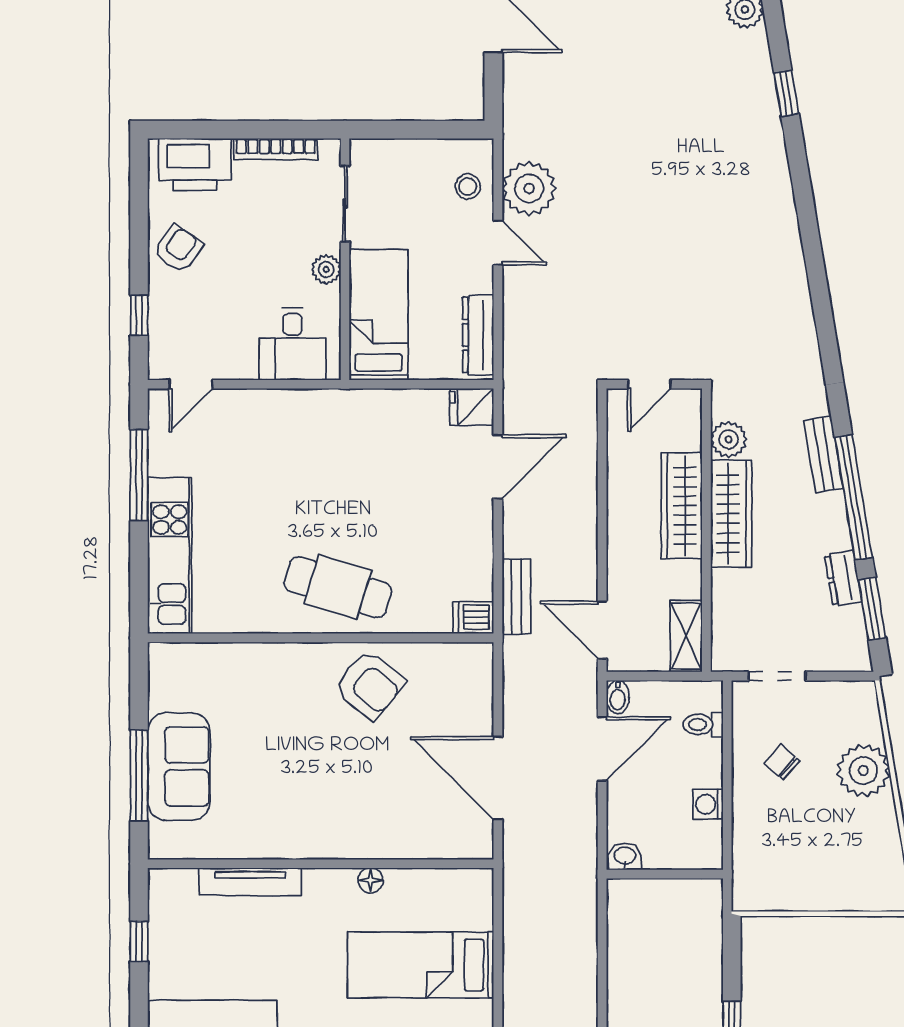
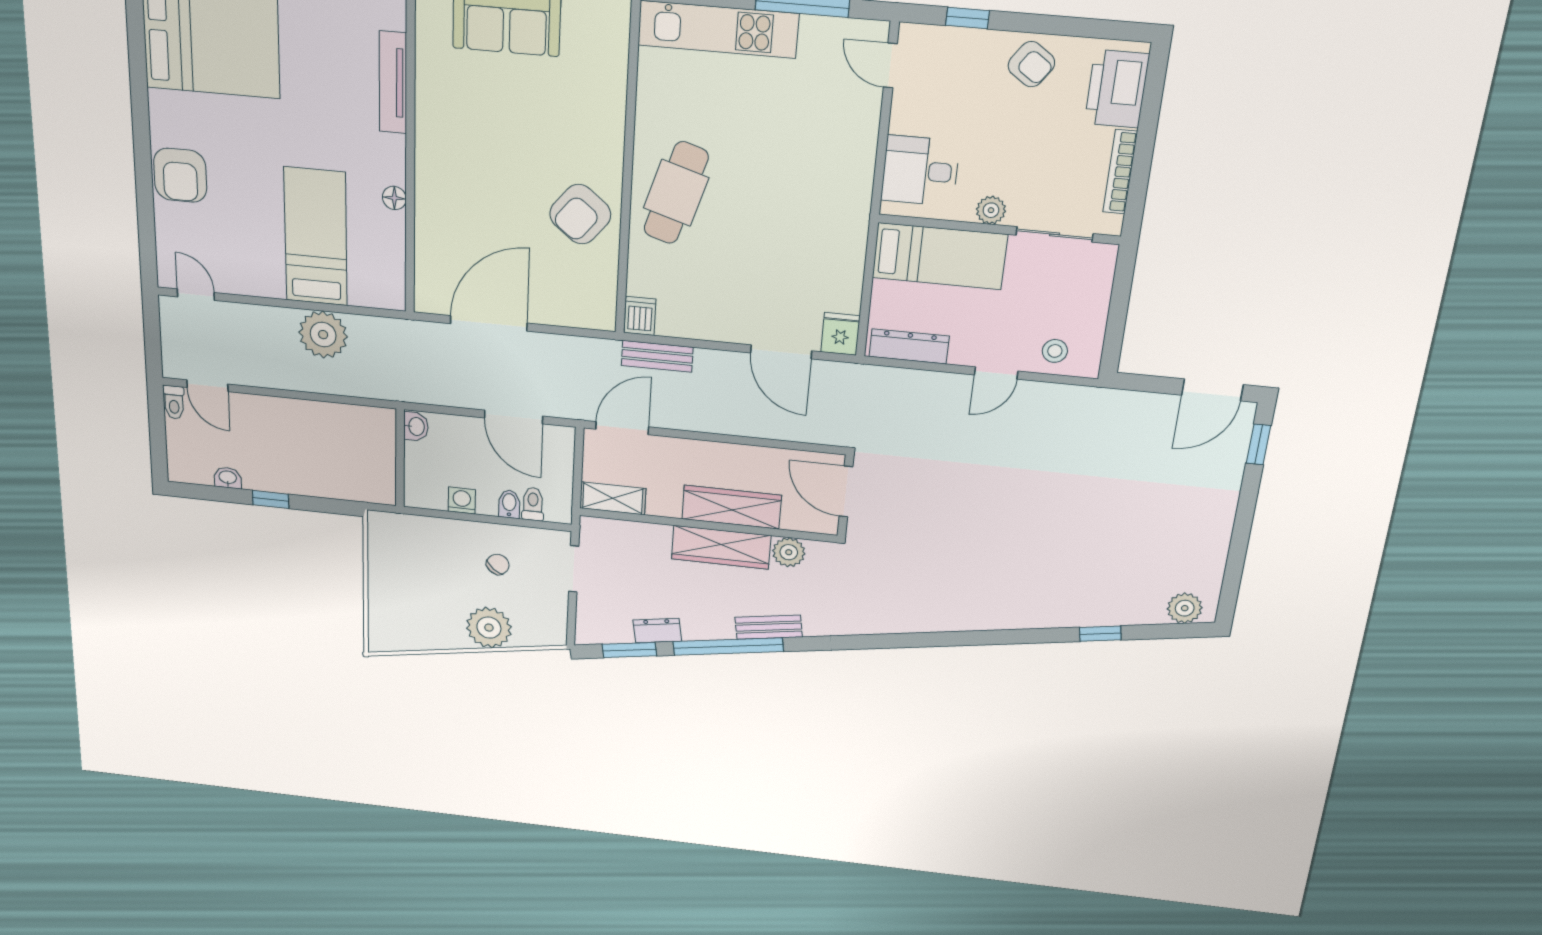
plant: (529, 188) -> (323, 335), moved
door: (649, 384) -> (846, 492), width x1.38
bidet: (618, 697) -> (509, 504), moved, turned 90

